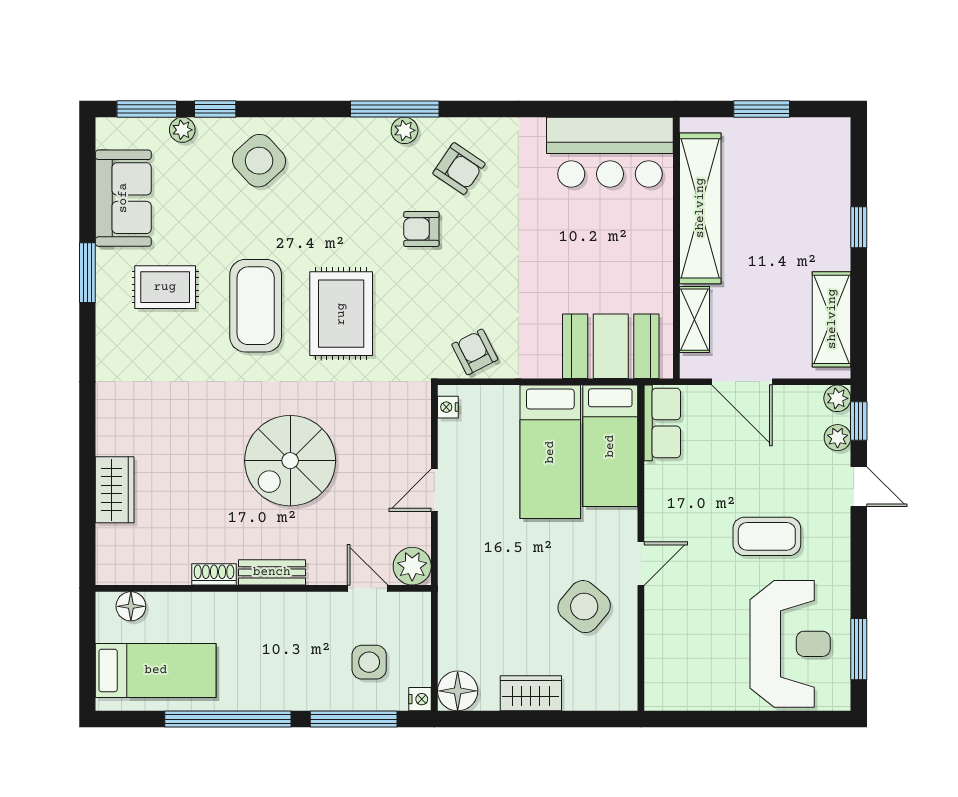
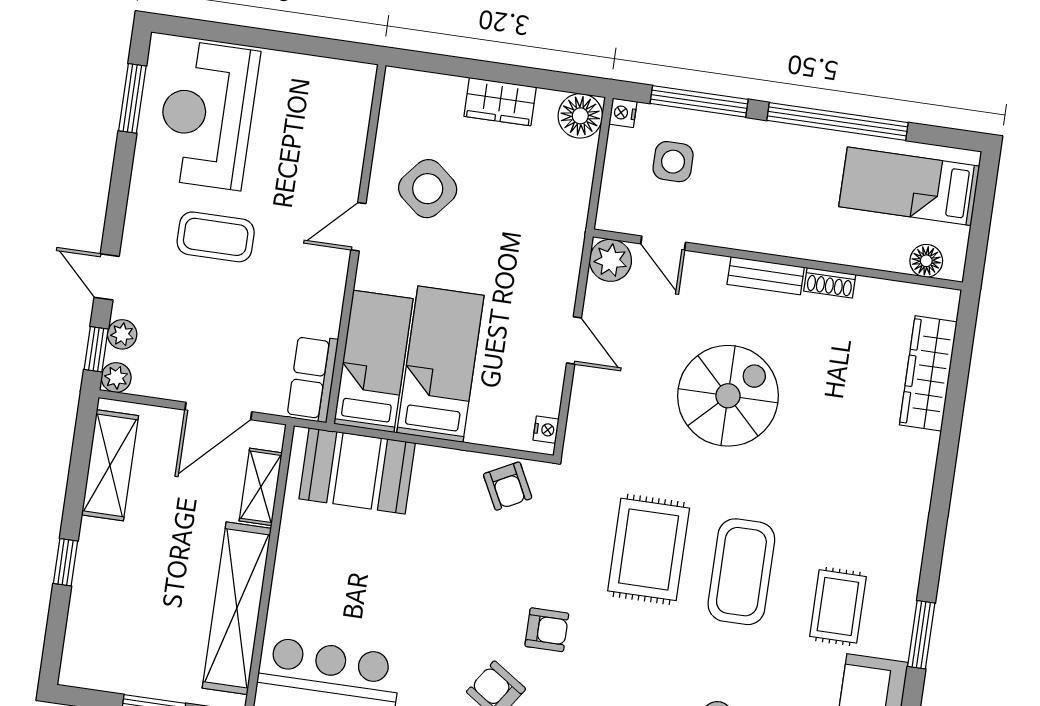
rug: (165, 287) -> (838, 606), turned 90
door: (742, 382) -> (218, 411), swing flipped
wardrobe: (115, 490) -> (928, 373), width x1.50
door: (434, 490) -> (574, 340), hinge flipped

